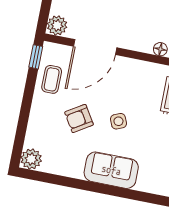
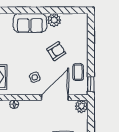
side table: (118, 121) -> (35, 77), moved
plant: (31, 159) -> (54, 20), moved

